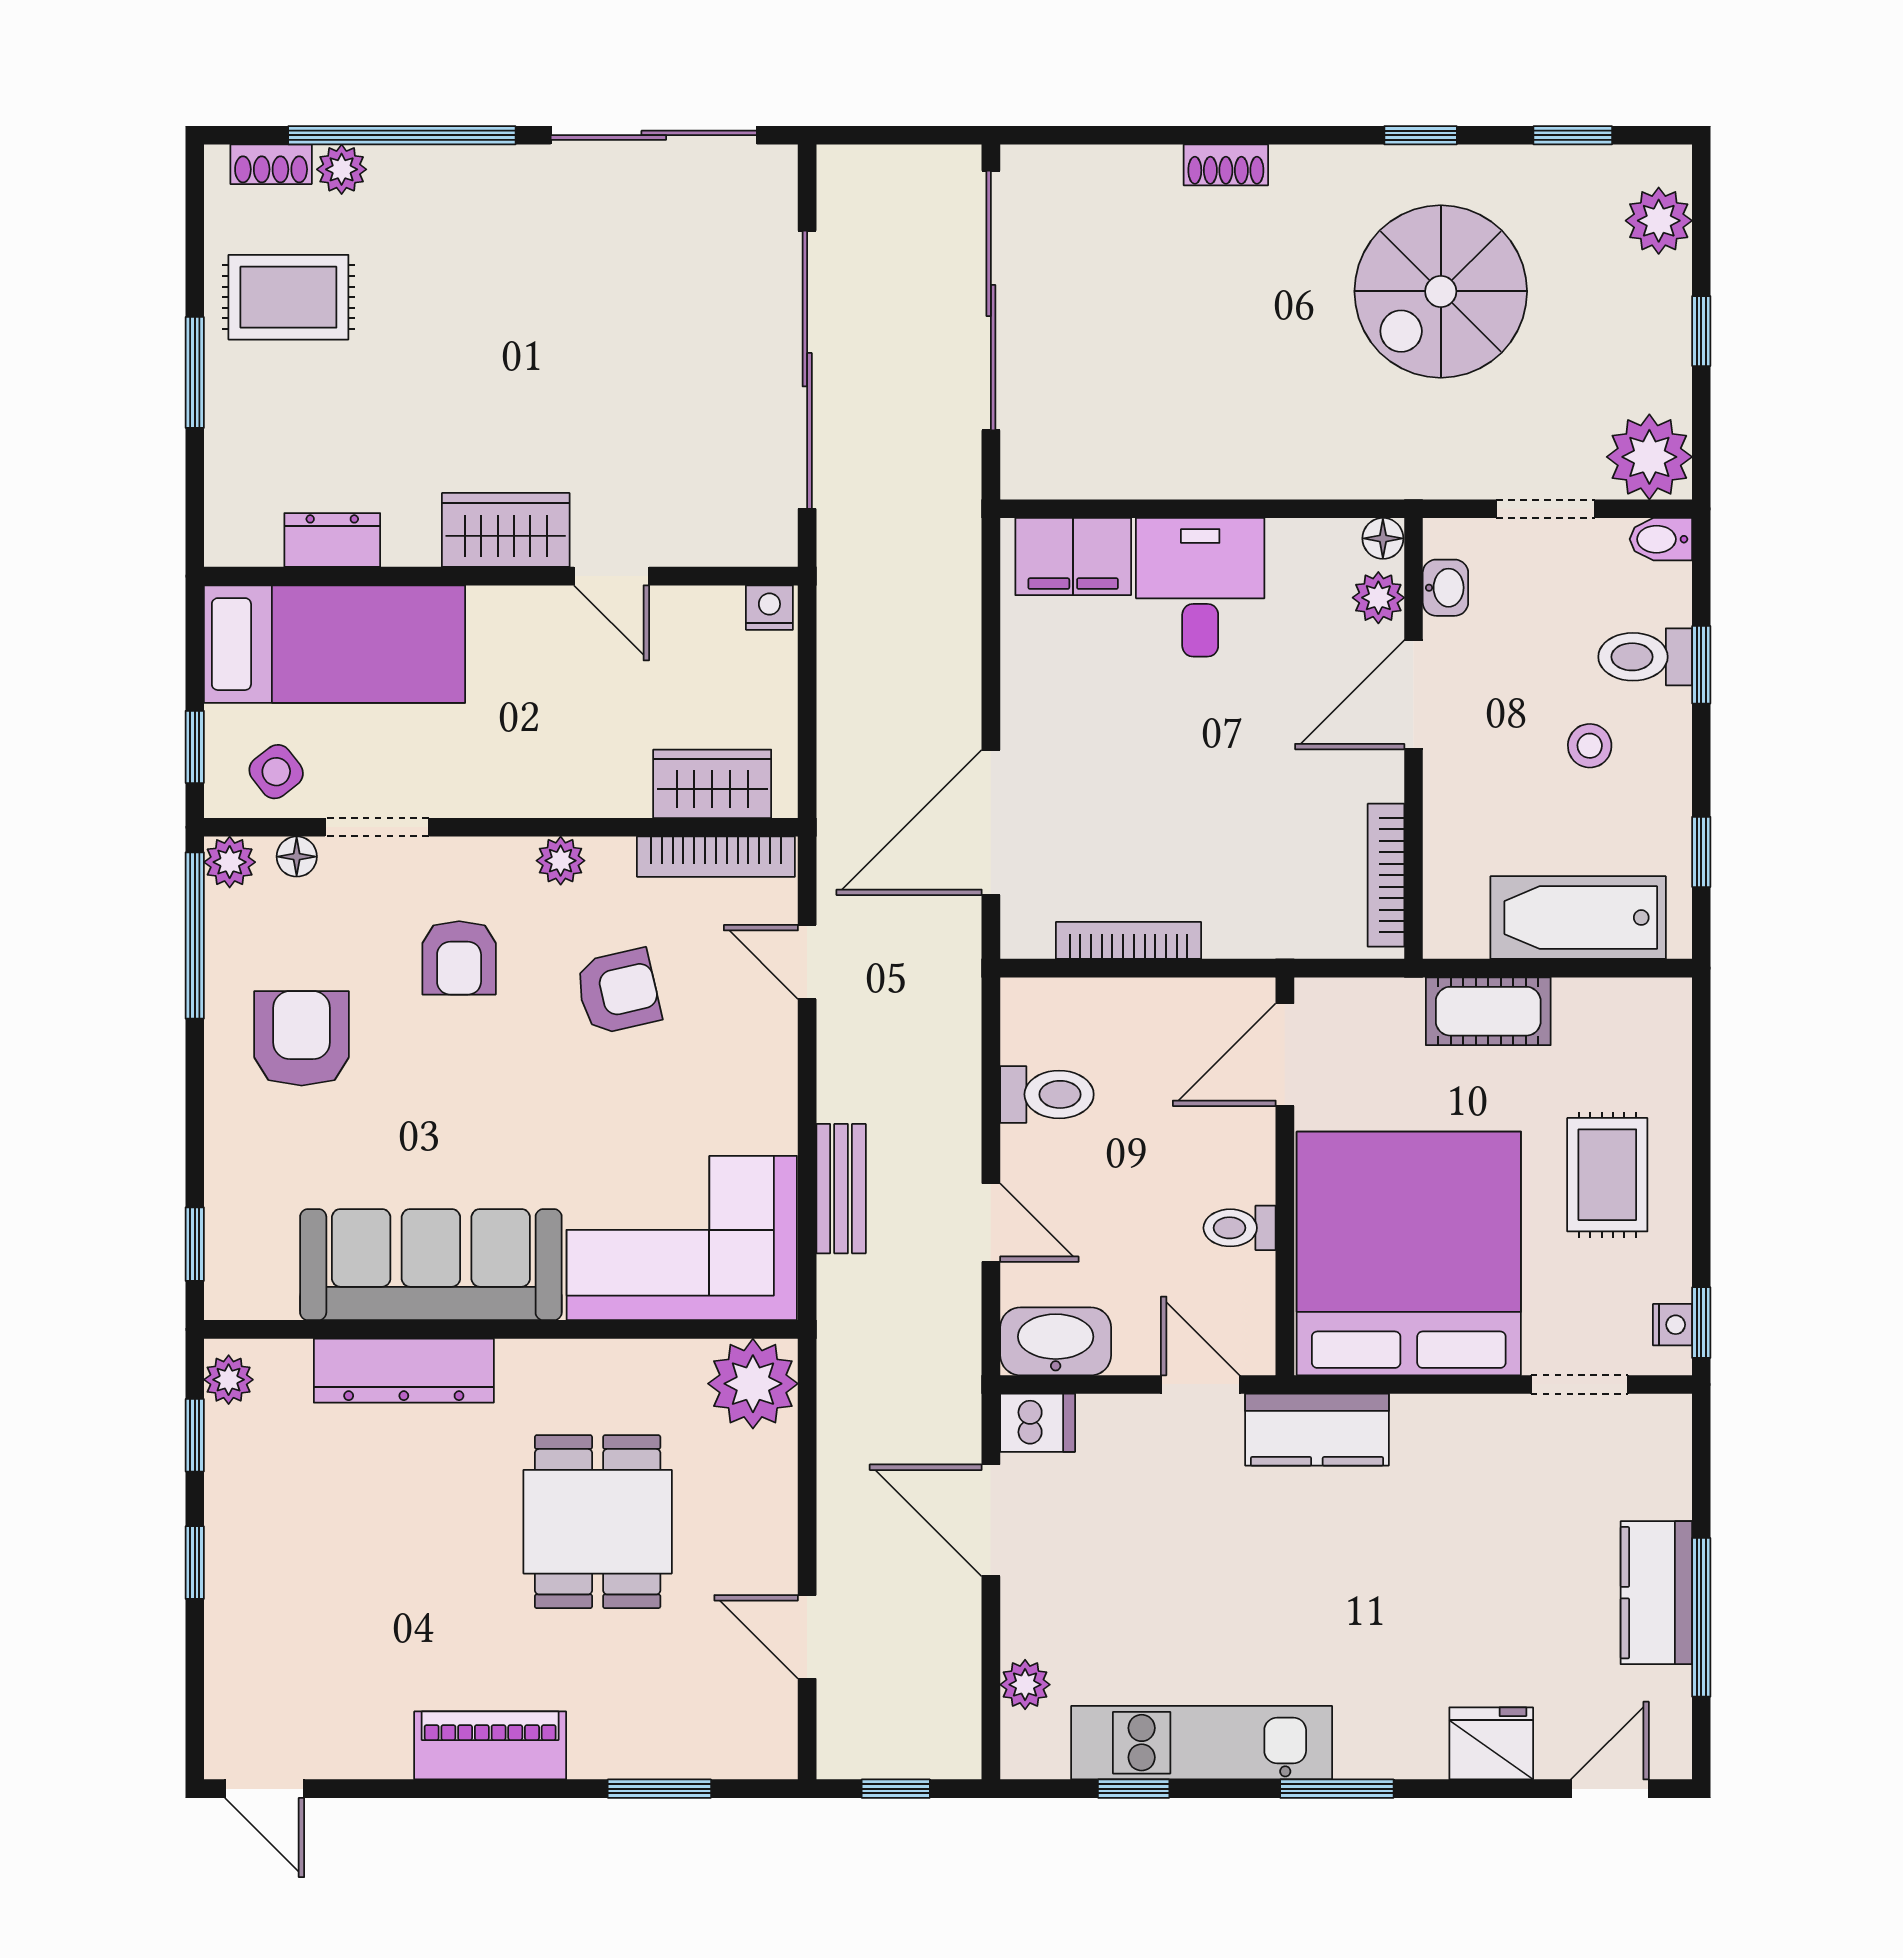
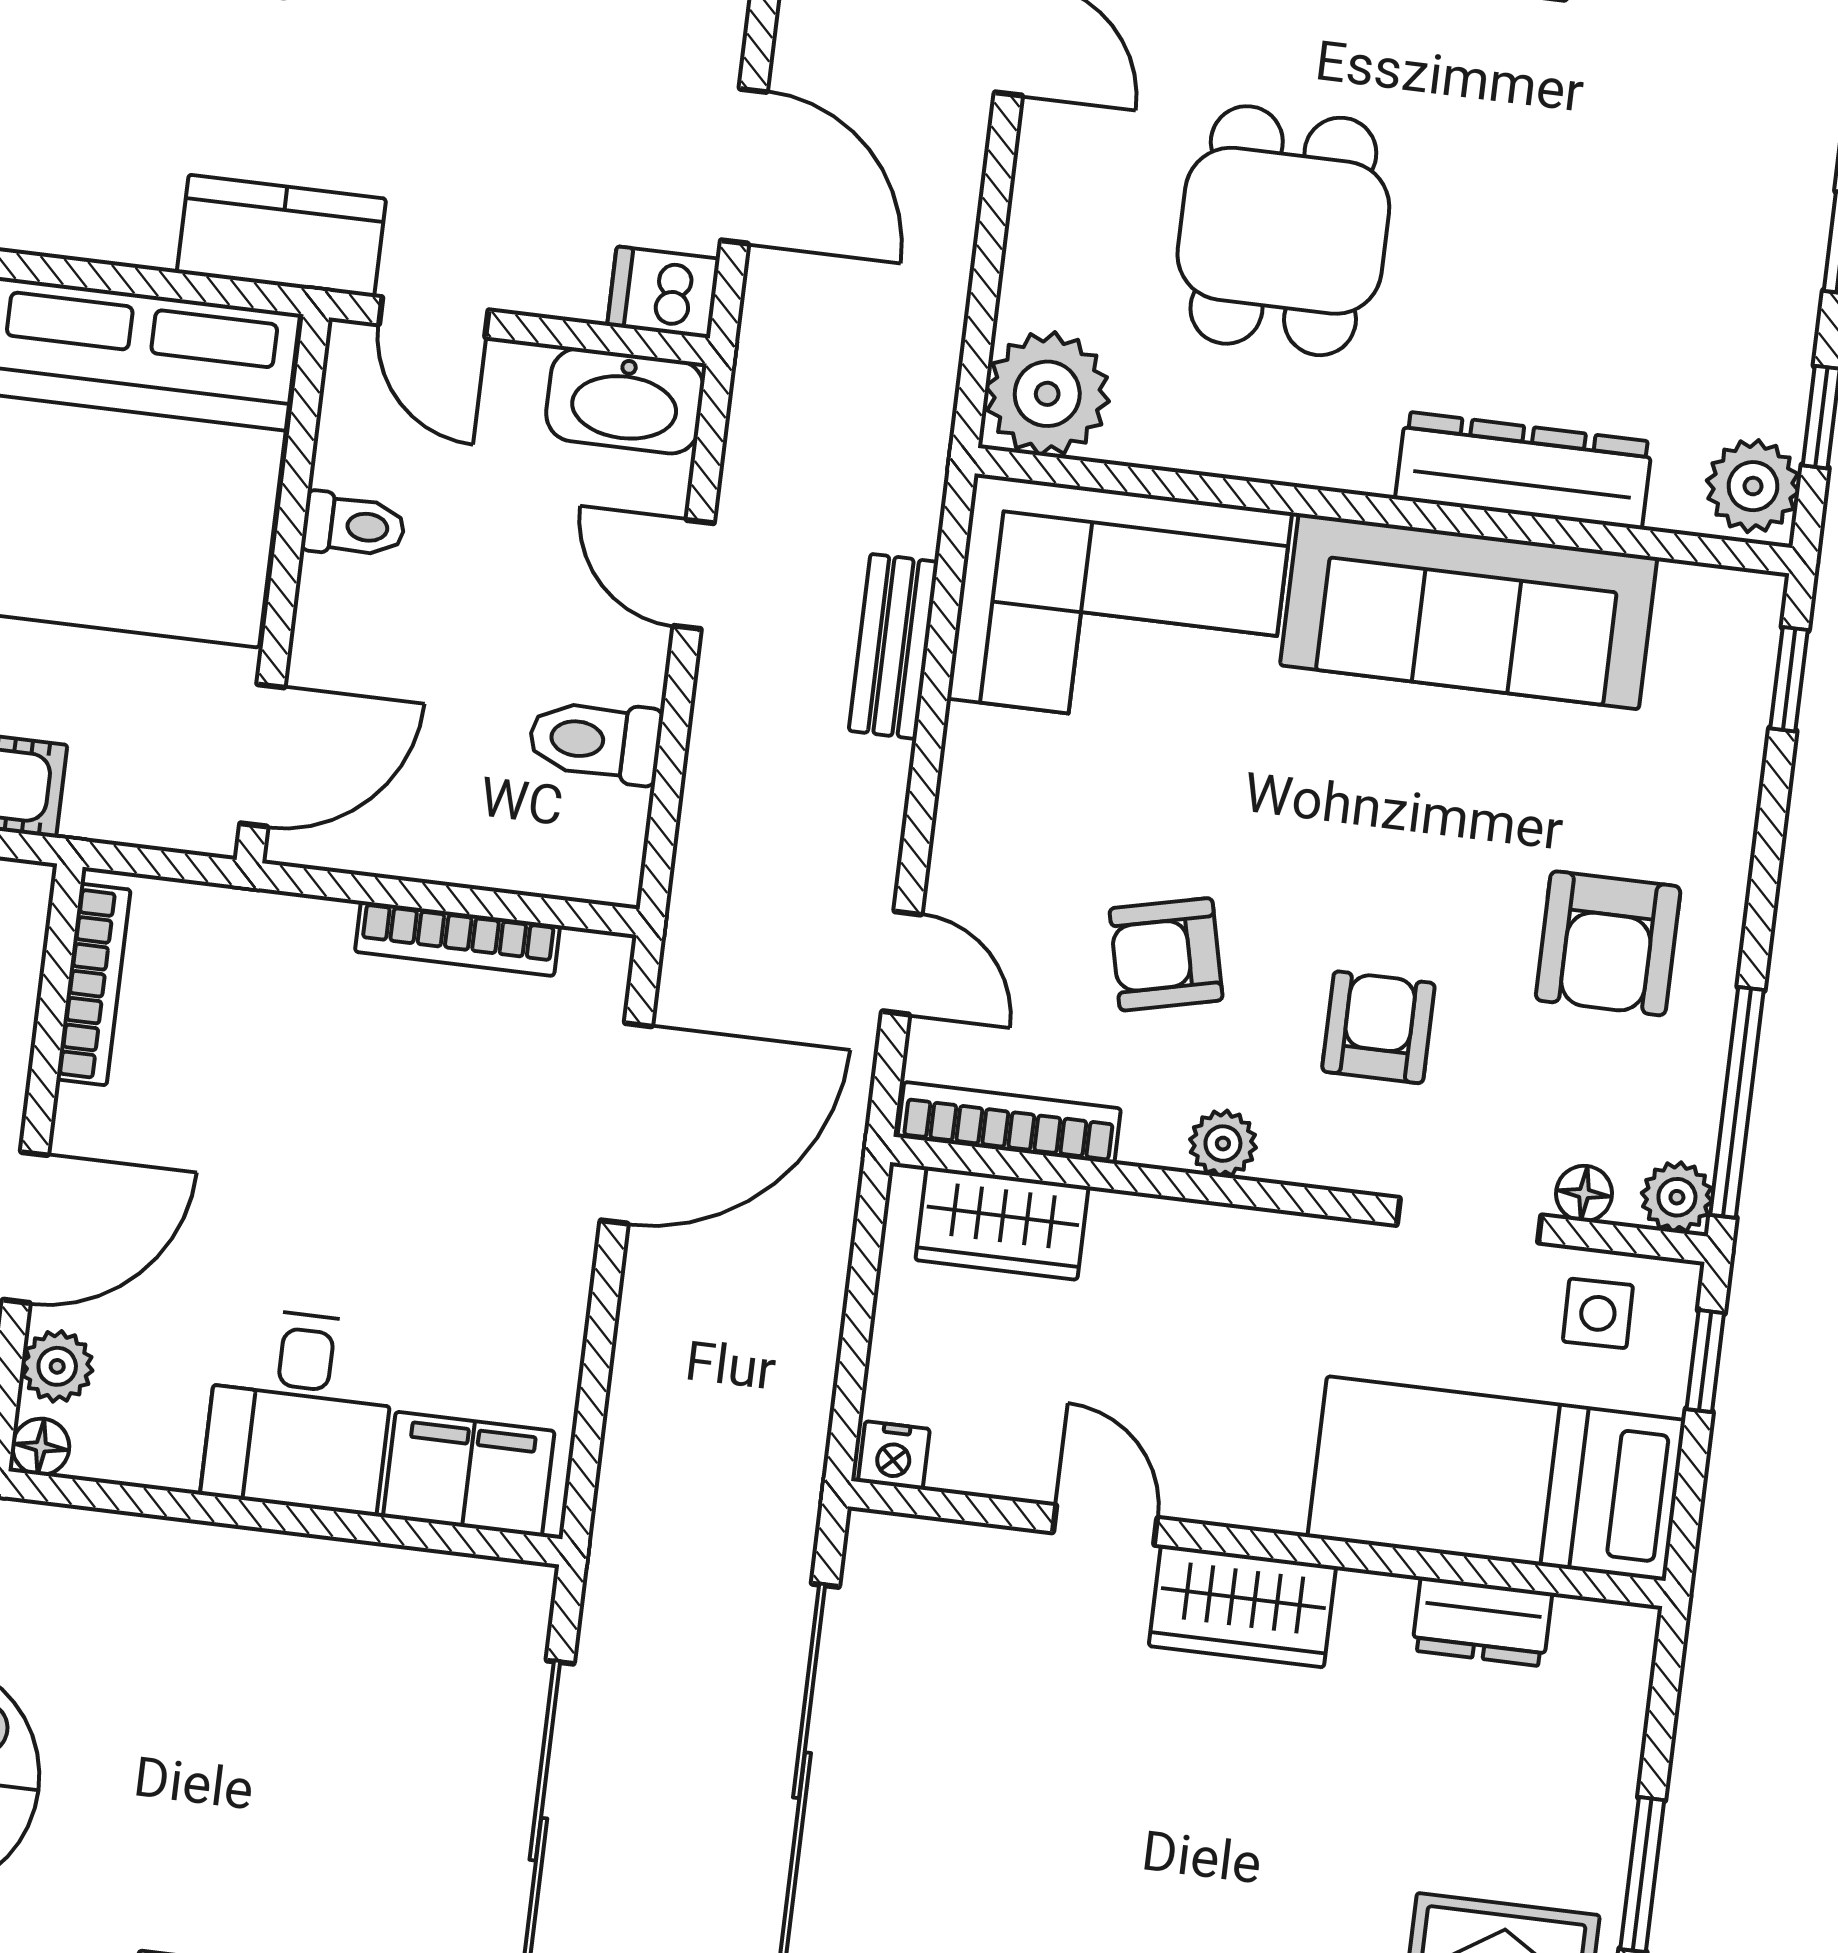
side table: (276, 772) -> (1598, 1313), turned 37
plant: (229, 1380) -> (1753, 486), width x1.38, depth x1.38

